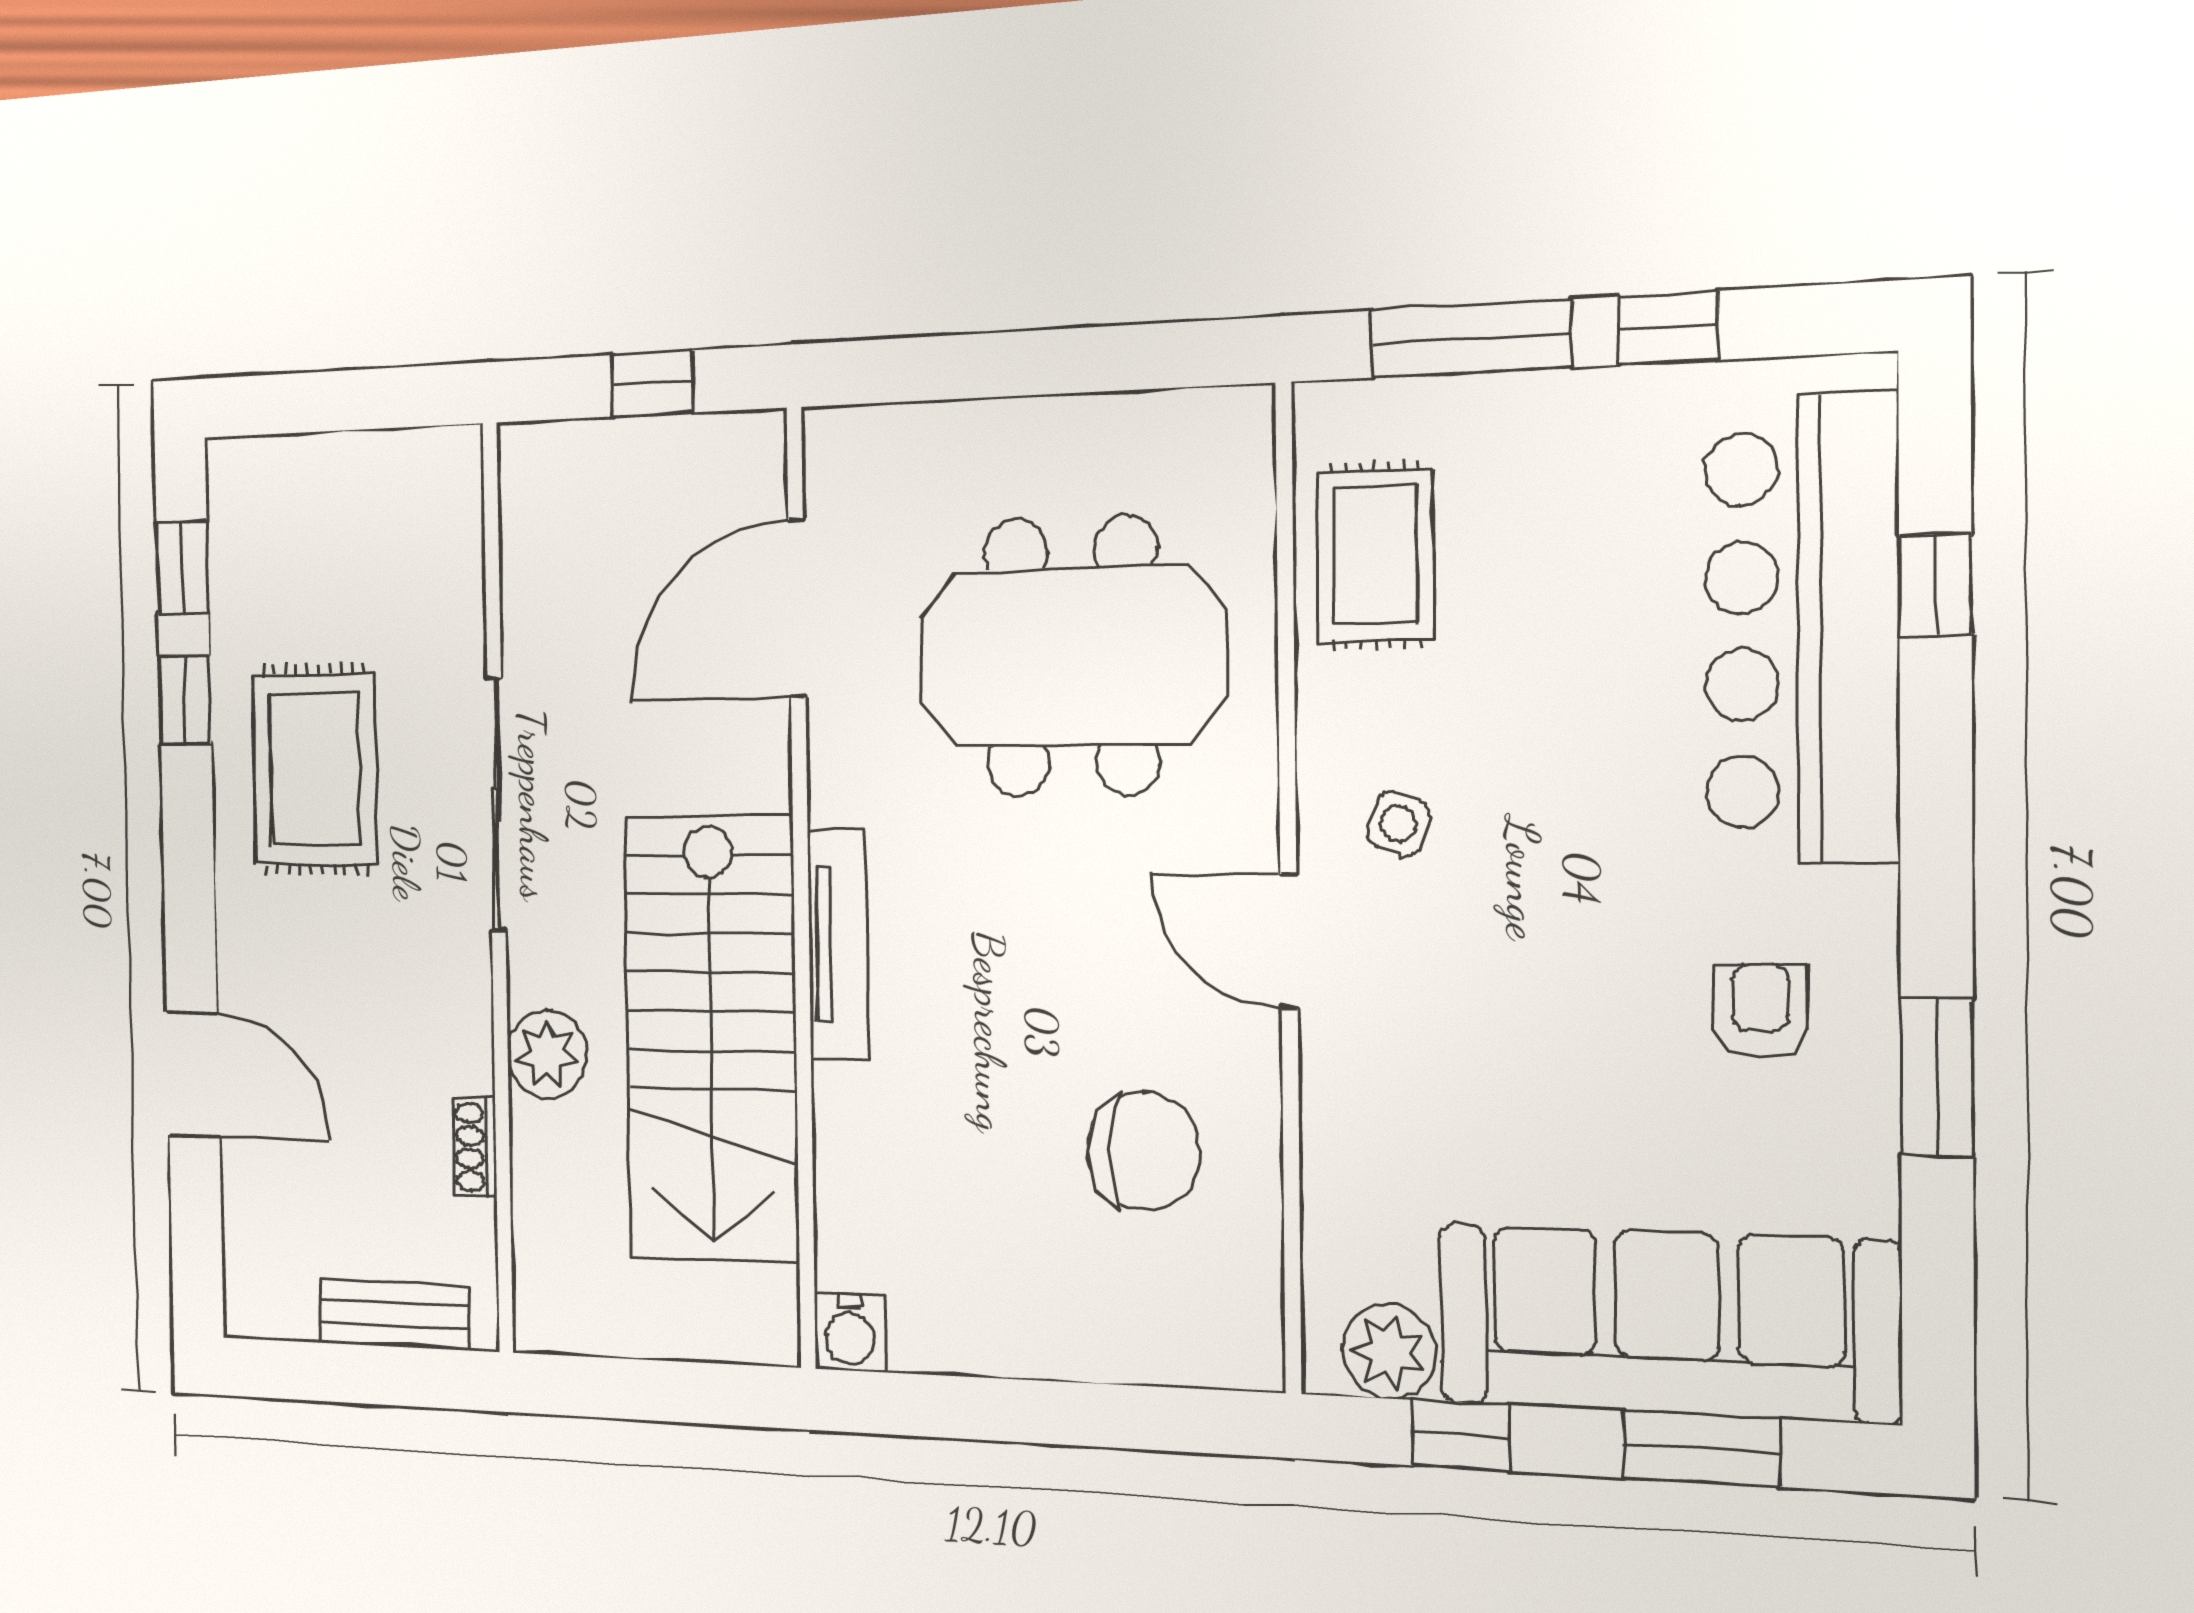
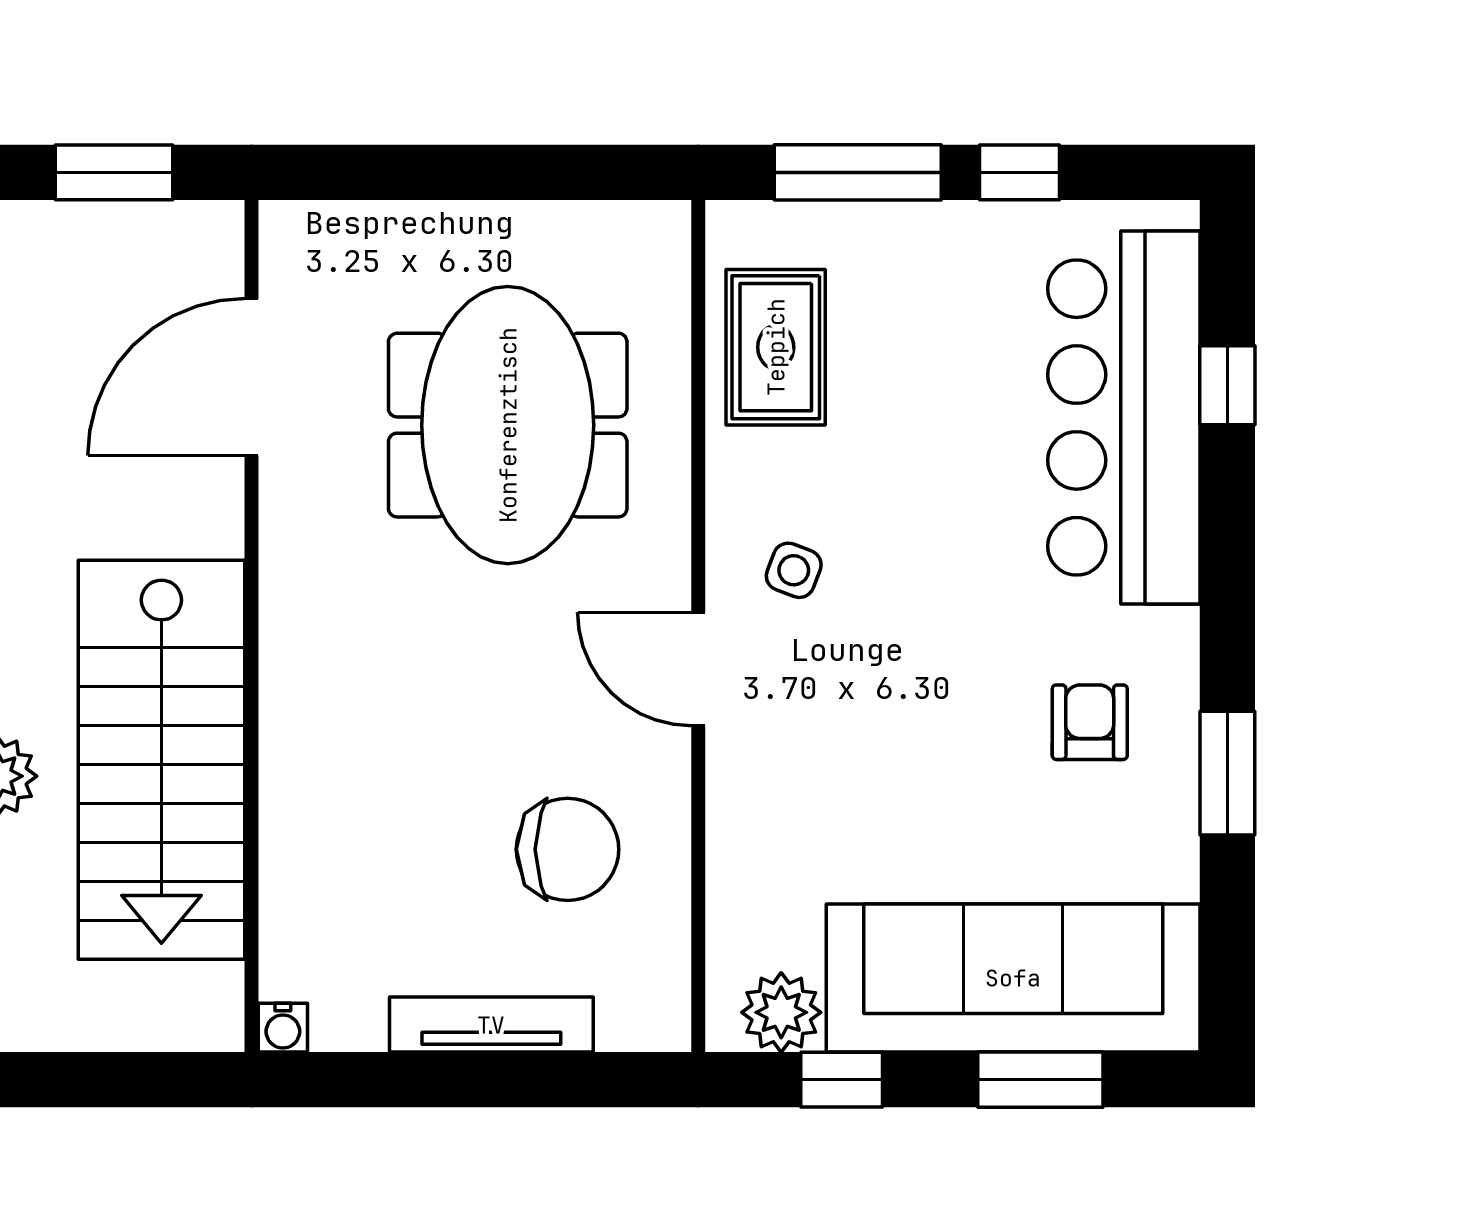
window: (653, 384) -> (114, 172), width x1.50
meeting table: (1072, 657) -> (508, 425), turned 90
tv unit: (838, 945) -> (491, 1025), moved, turned -90
water cooler: (850, 1333) -> (283, 1028), width x0.72, depth x0.72

